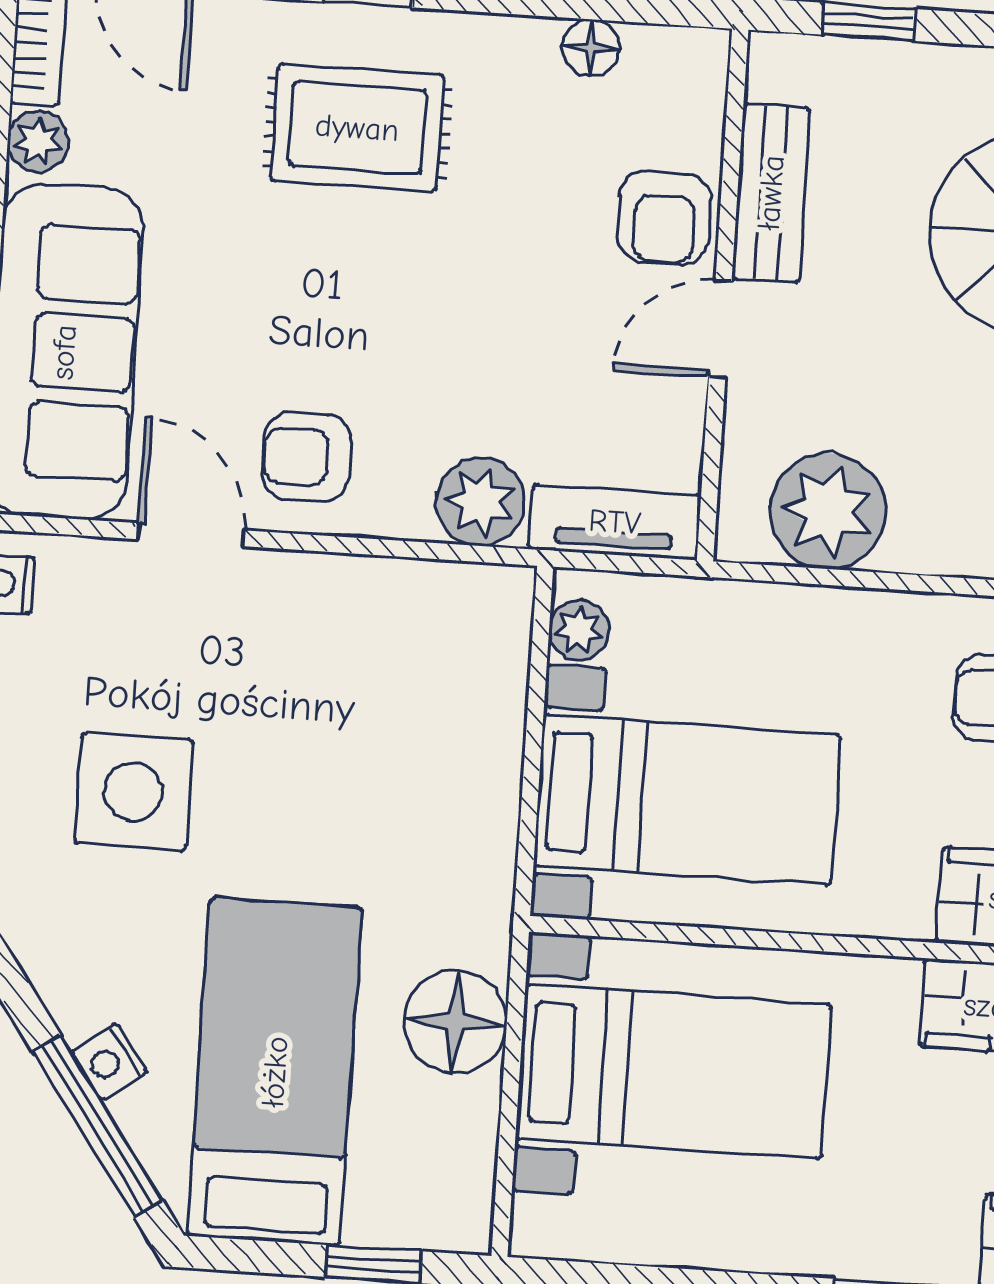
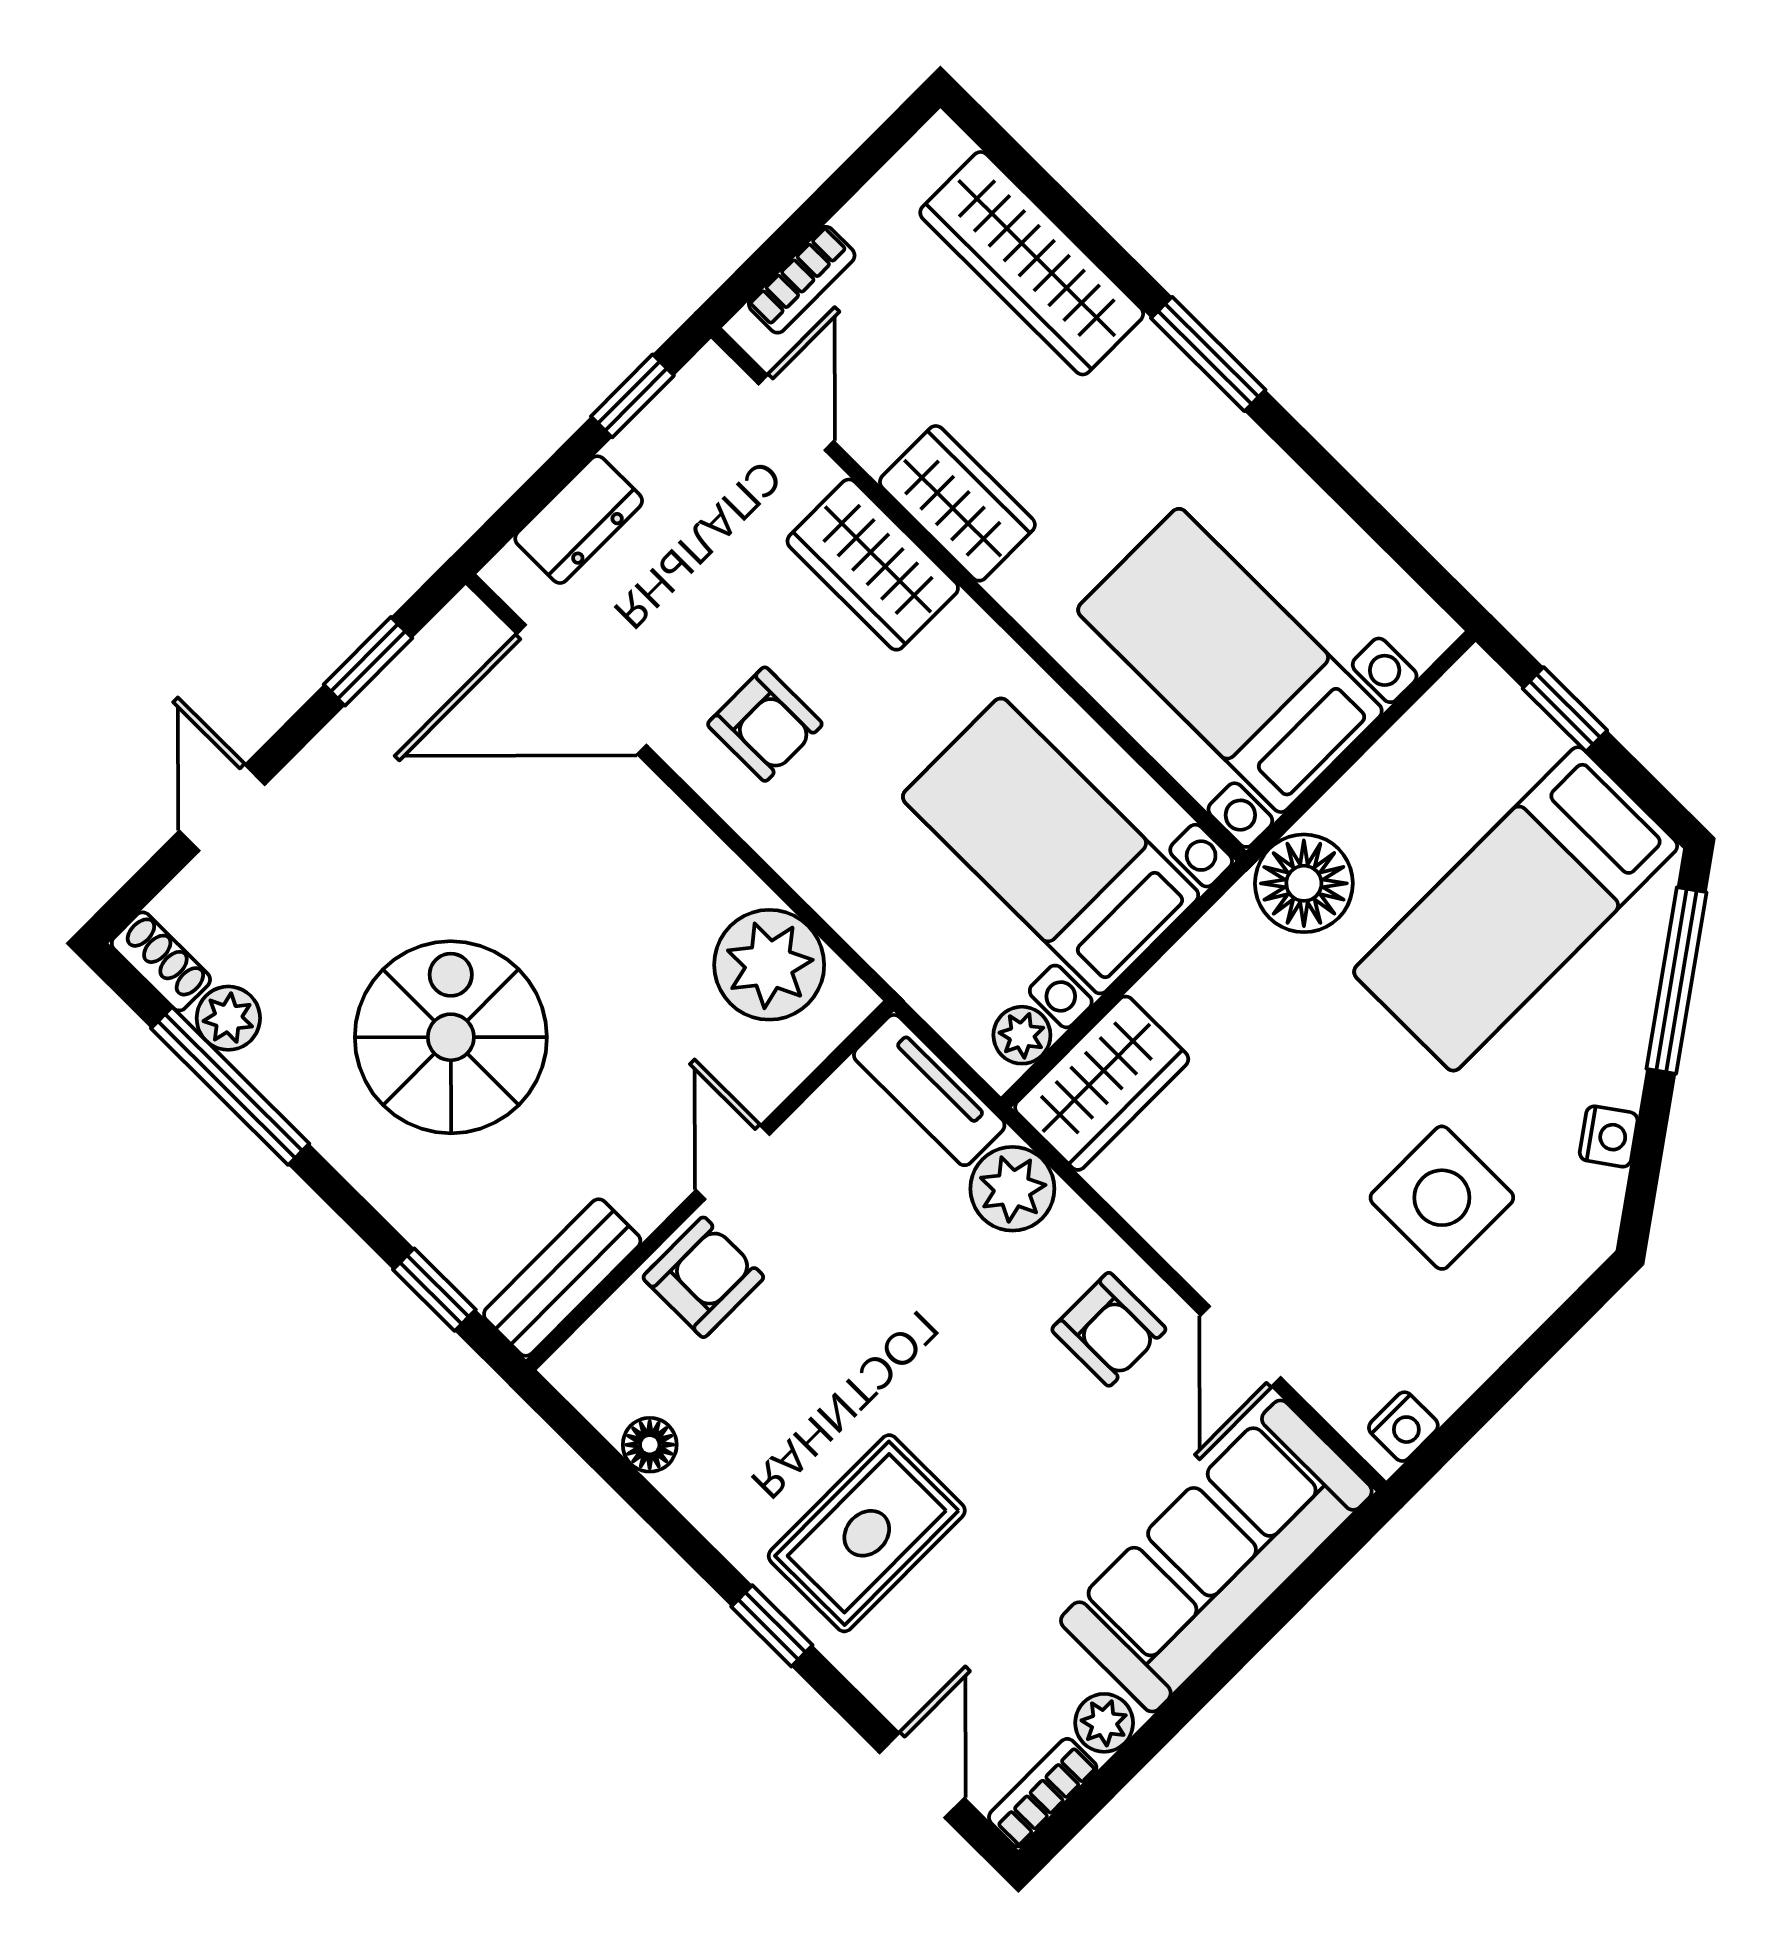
rug: (357, 128) -> (867, 1533), turned 90
bench: (771, 193) -> (562, 1278), moved
door: (720, 329) -> (733, 1162), swing flipped
wardrobe: (482, 647) -> (1102, 1083), added
floor lamp: (455, 1022) -> (1304, 883), moved
nightstand: (109, 1062) -> (1609, 1136), moved

